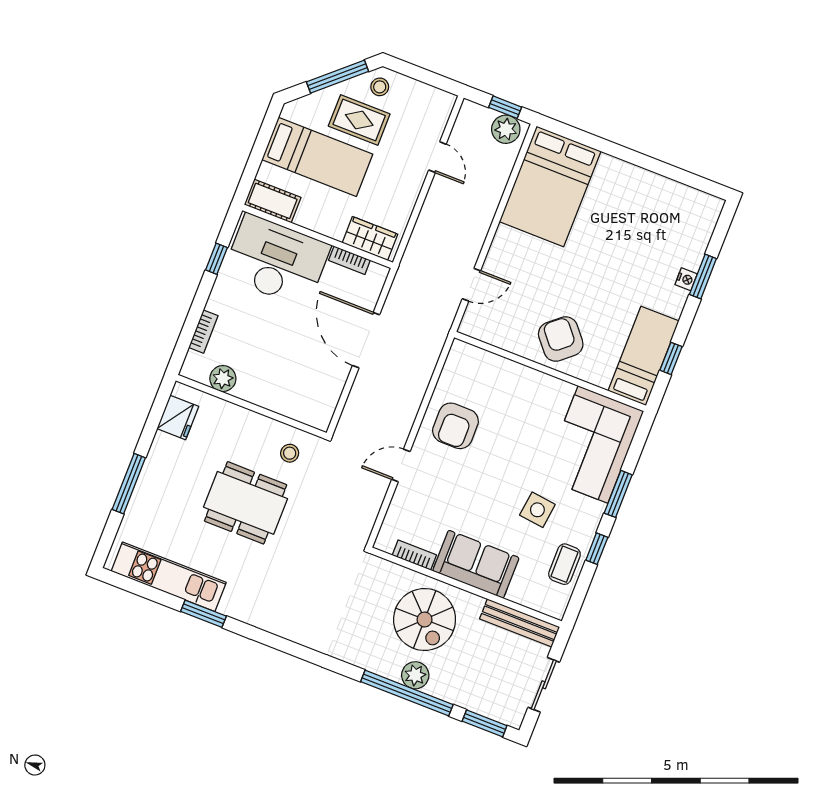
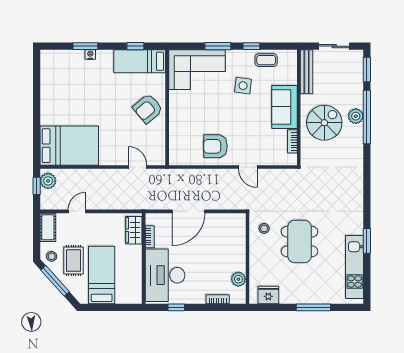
cot: (273, 201) -> (48, 227), moved
armchair: (455, 426) -> (215, 146), turned 180

